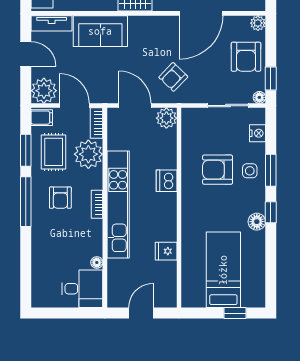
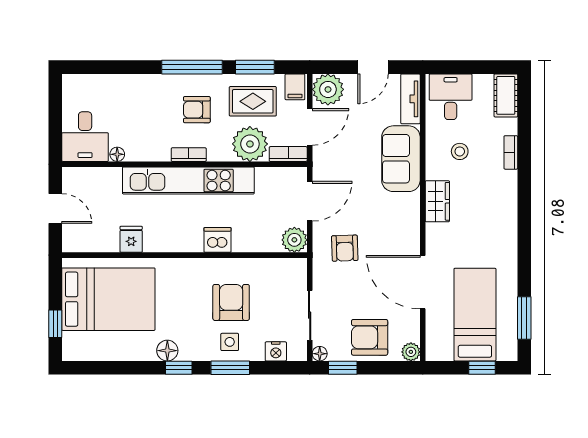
armchair: (173, 77) -> (345, 248), turned -136
bed: (223, 270) -> (108, 299), width x1.50

